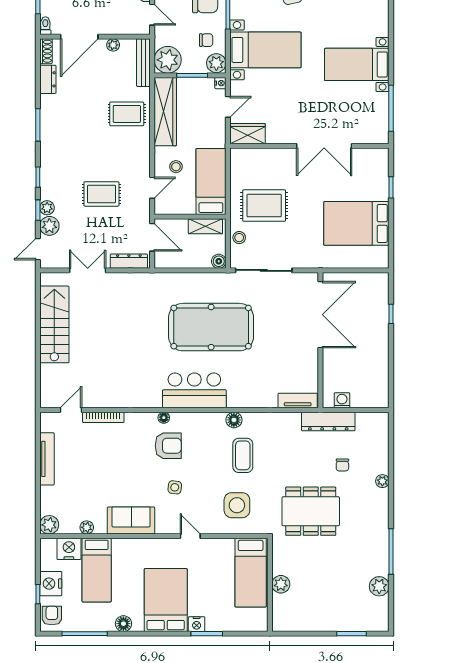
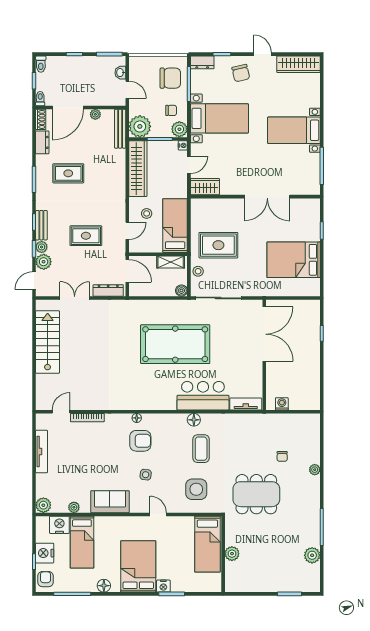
rug: (127, 114) -> (68, 173), moved
bench: (47, 181) -> (41, 225), added
bar counter: (194, 390) -> (203, 396), moved
dresser: (328, 421) -> (271, 421), removed

